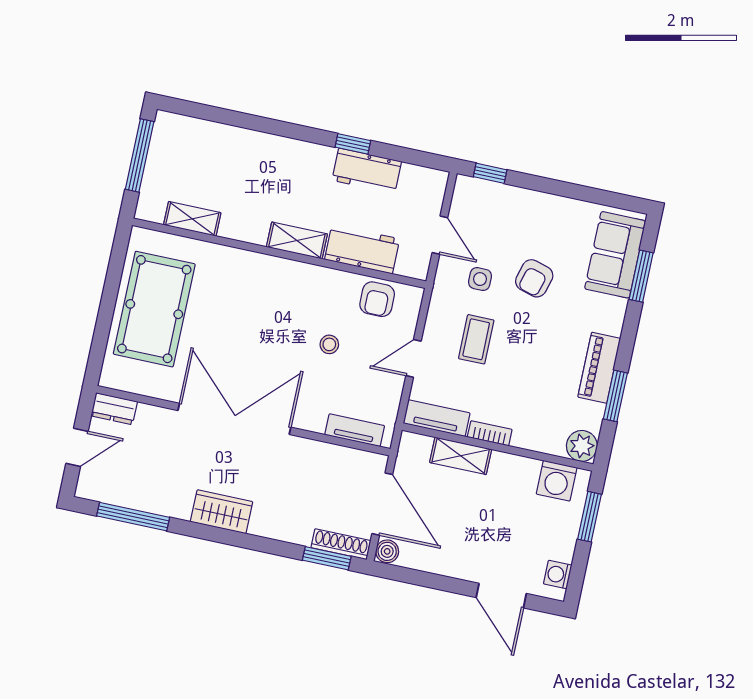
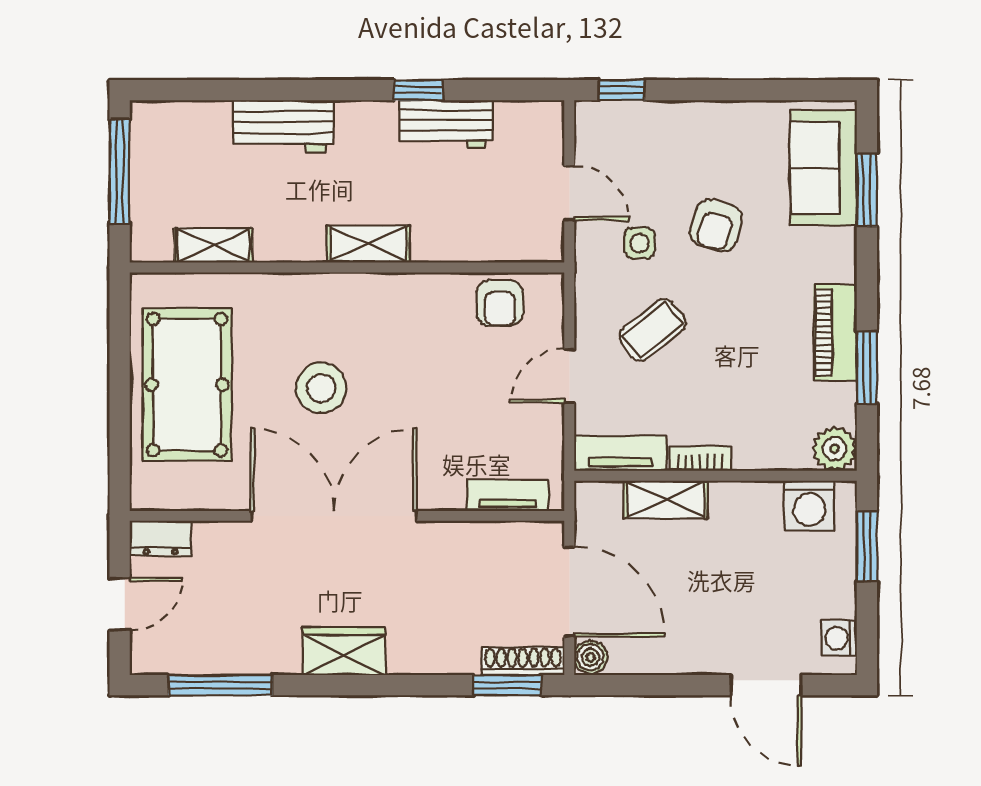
workbench: (362, 249) -> (284, 126), moved, turned 180
coffee table: (476, 339) -> (652, 330), turned 51
stool: (329, 344) -> (321, 388), moved, width x1.89, depth x1.89

